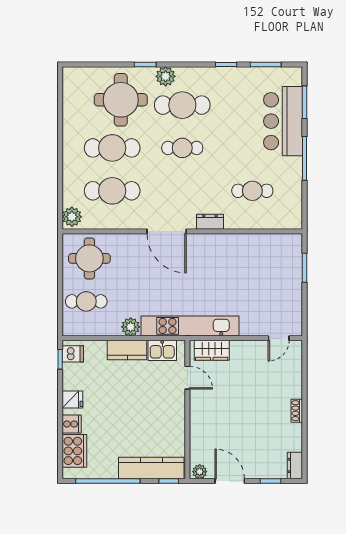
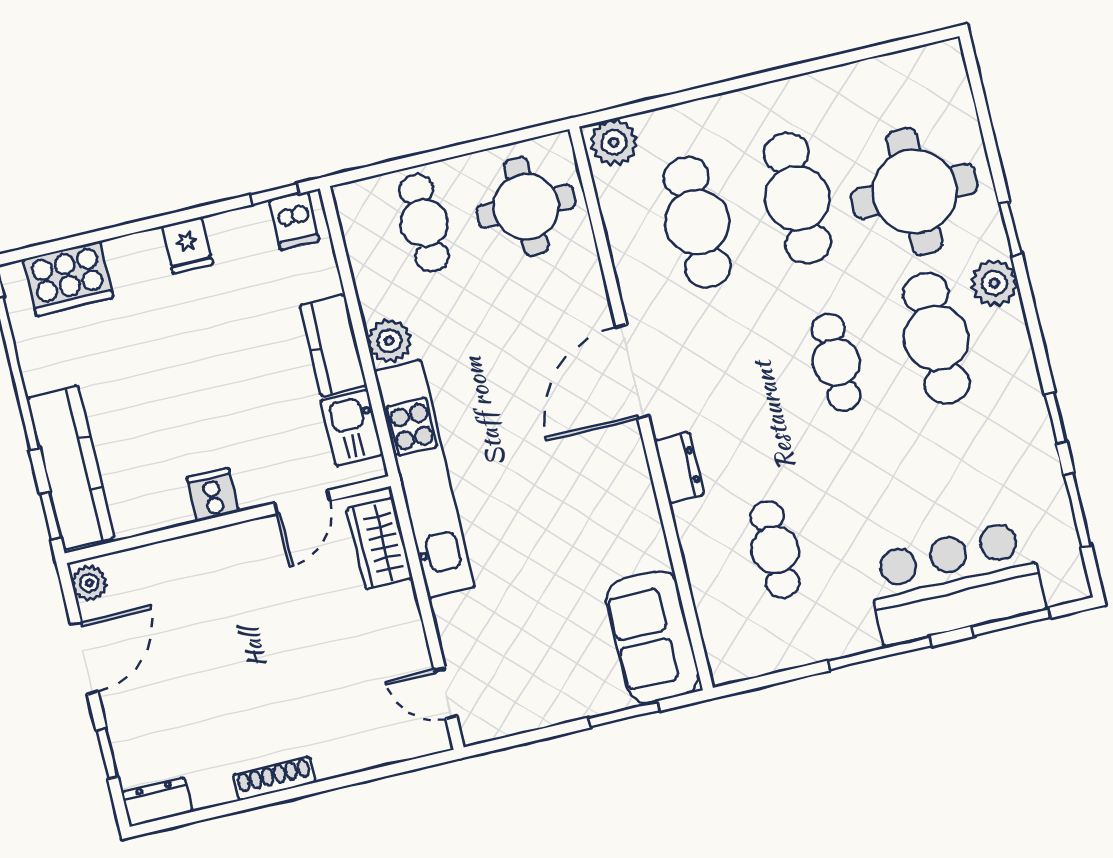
sofa: (276, 249) -> (653, 637), added
shoe rack: (297, 411) -> (274, 779), width x1.43
cooker: (72, 424) -> (213, 495), moved, turned 180

